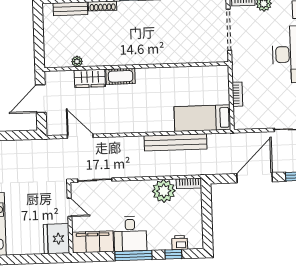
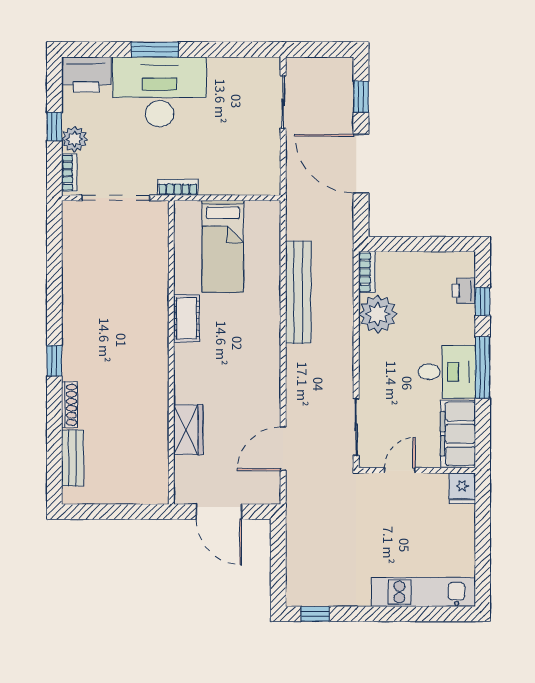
plant: (77, 61) -> (160, 450), removed
cot: (121, 76) -> (187, 318), moved
bookcase: (237, 94) -> (178, 187), moved
bed: (202, 118) -> (223, 246), moved
fridge: (56, 239) -> (462, 488), width x0.53, depth x0.75

